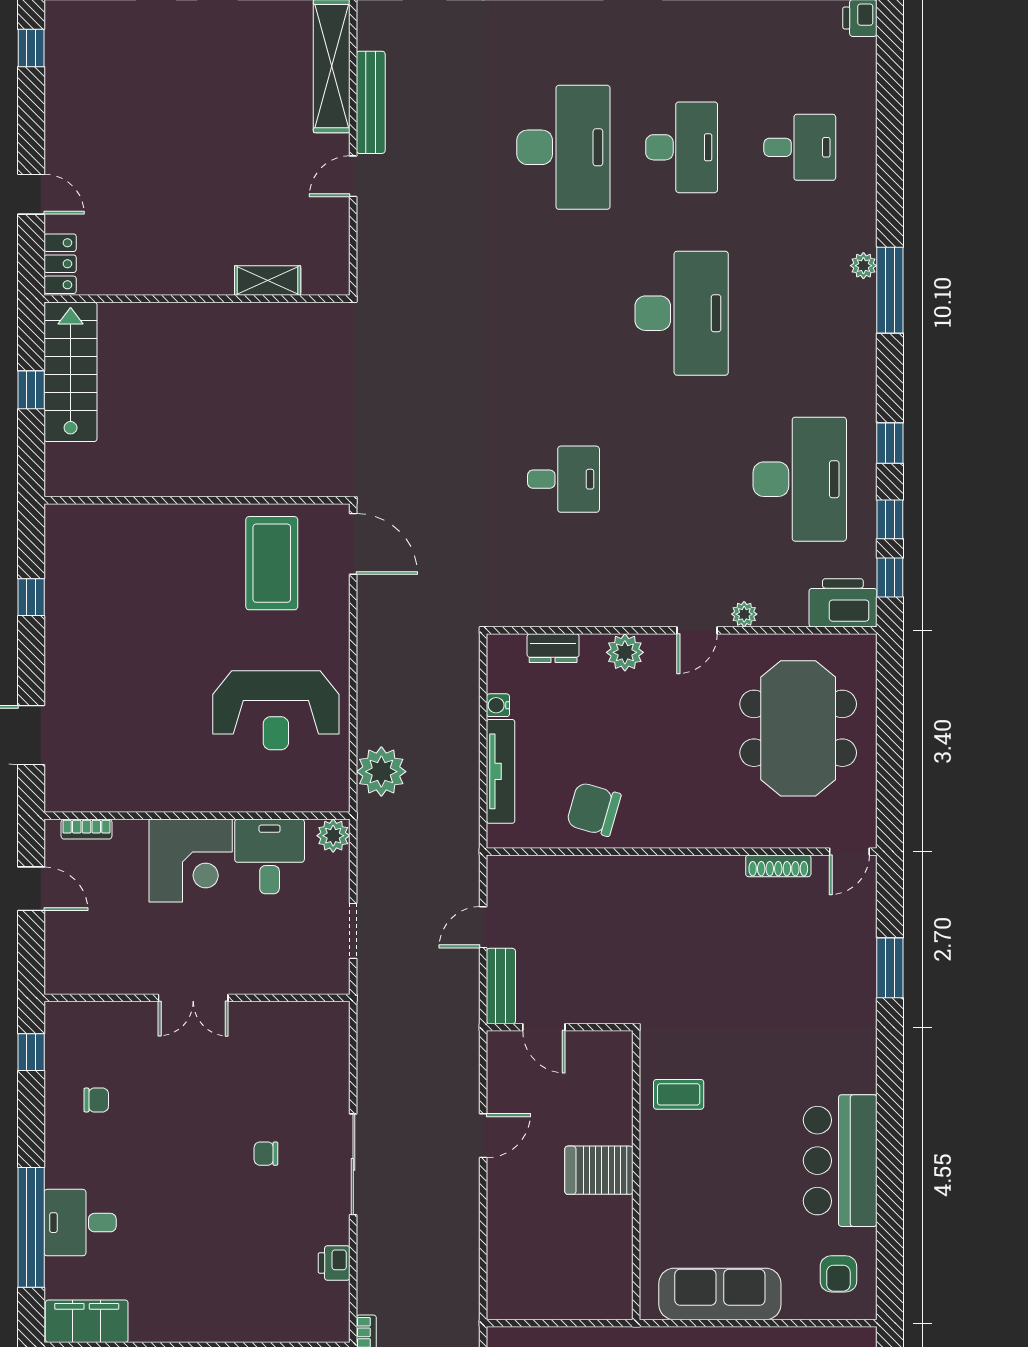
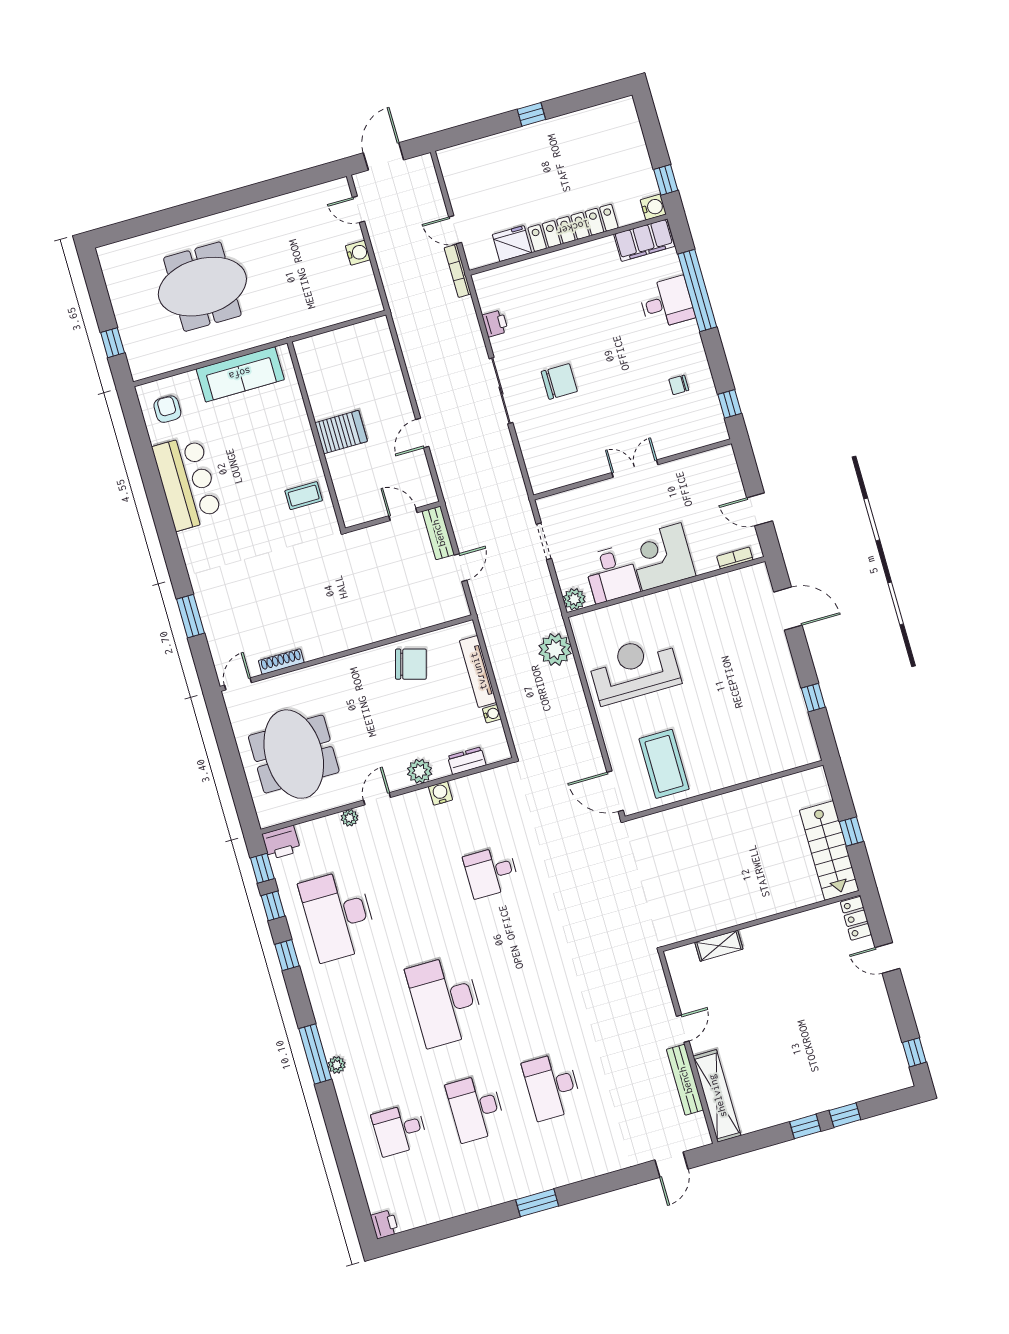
desk: (563, 147) -> (552, 1086), width x0.73, depth x0.77
printer: (843, 603) -> (281, 842), width x0.73, depth x0.84
water cooler: (604, 612) -> (440, 793), added
chair: (266, 1154) -> (559, 381), width x1.87, depth x1.87

